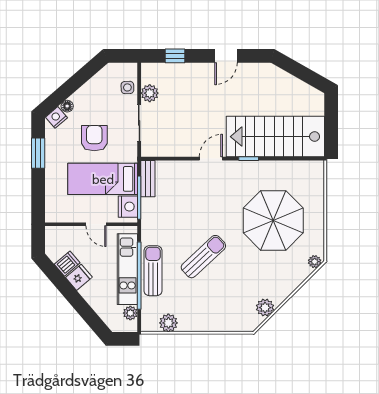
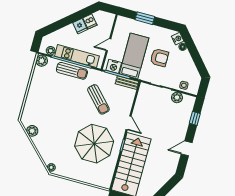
door: (226, 56) -> (187, 148), hinge flipped
window: (38, 153) -> (145, 18), moved
parasol: (273, 220) -> (94, 144), moved
sun lounger: (203, 257) -> (98, 99), moved
plant: (168, 323) -> (42, 61), moved

